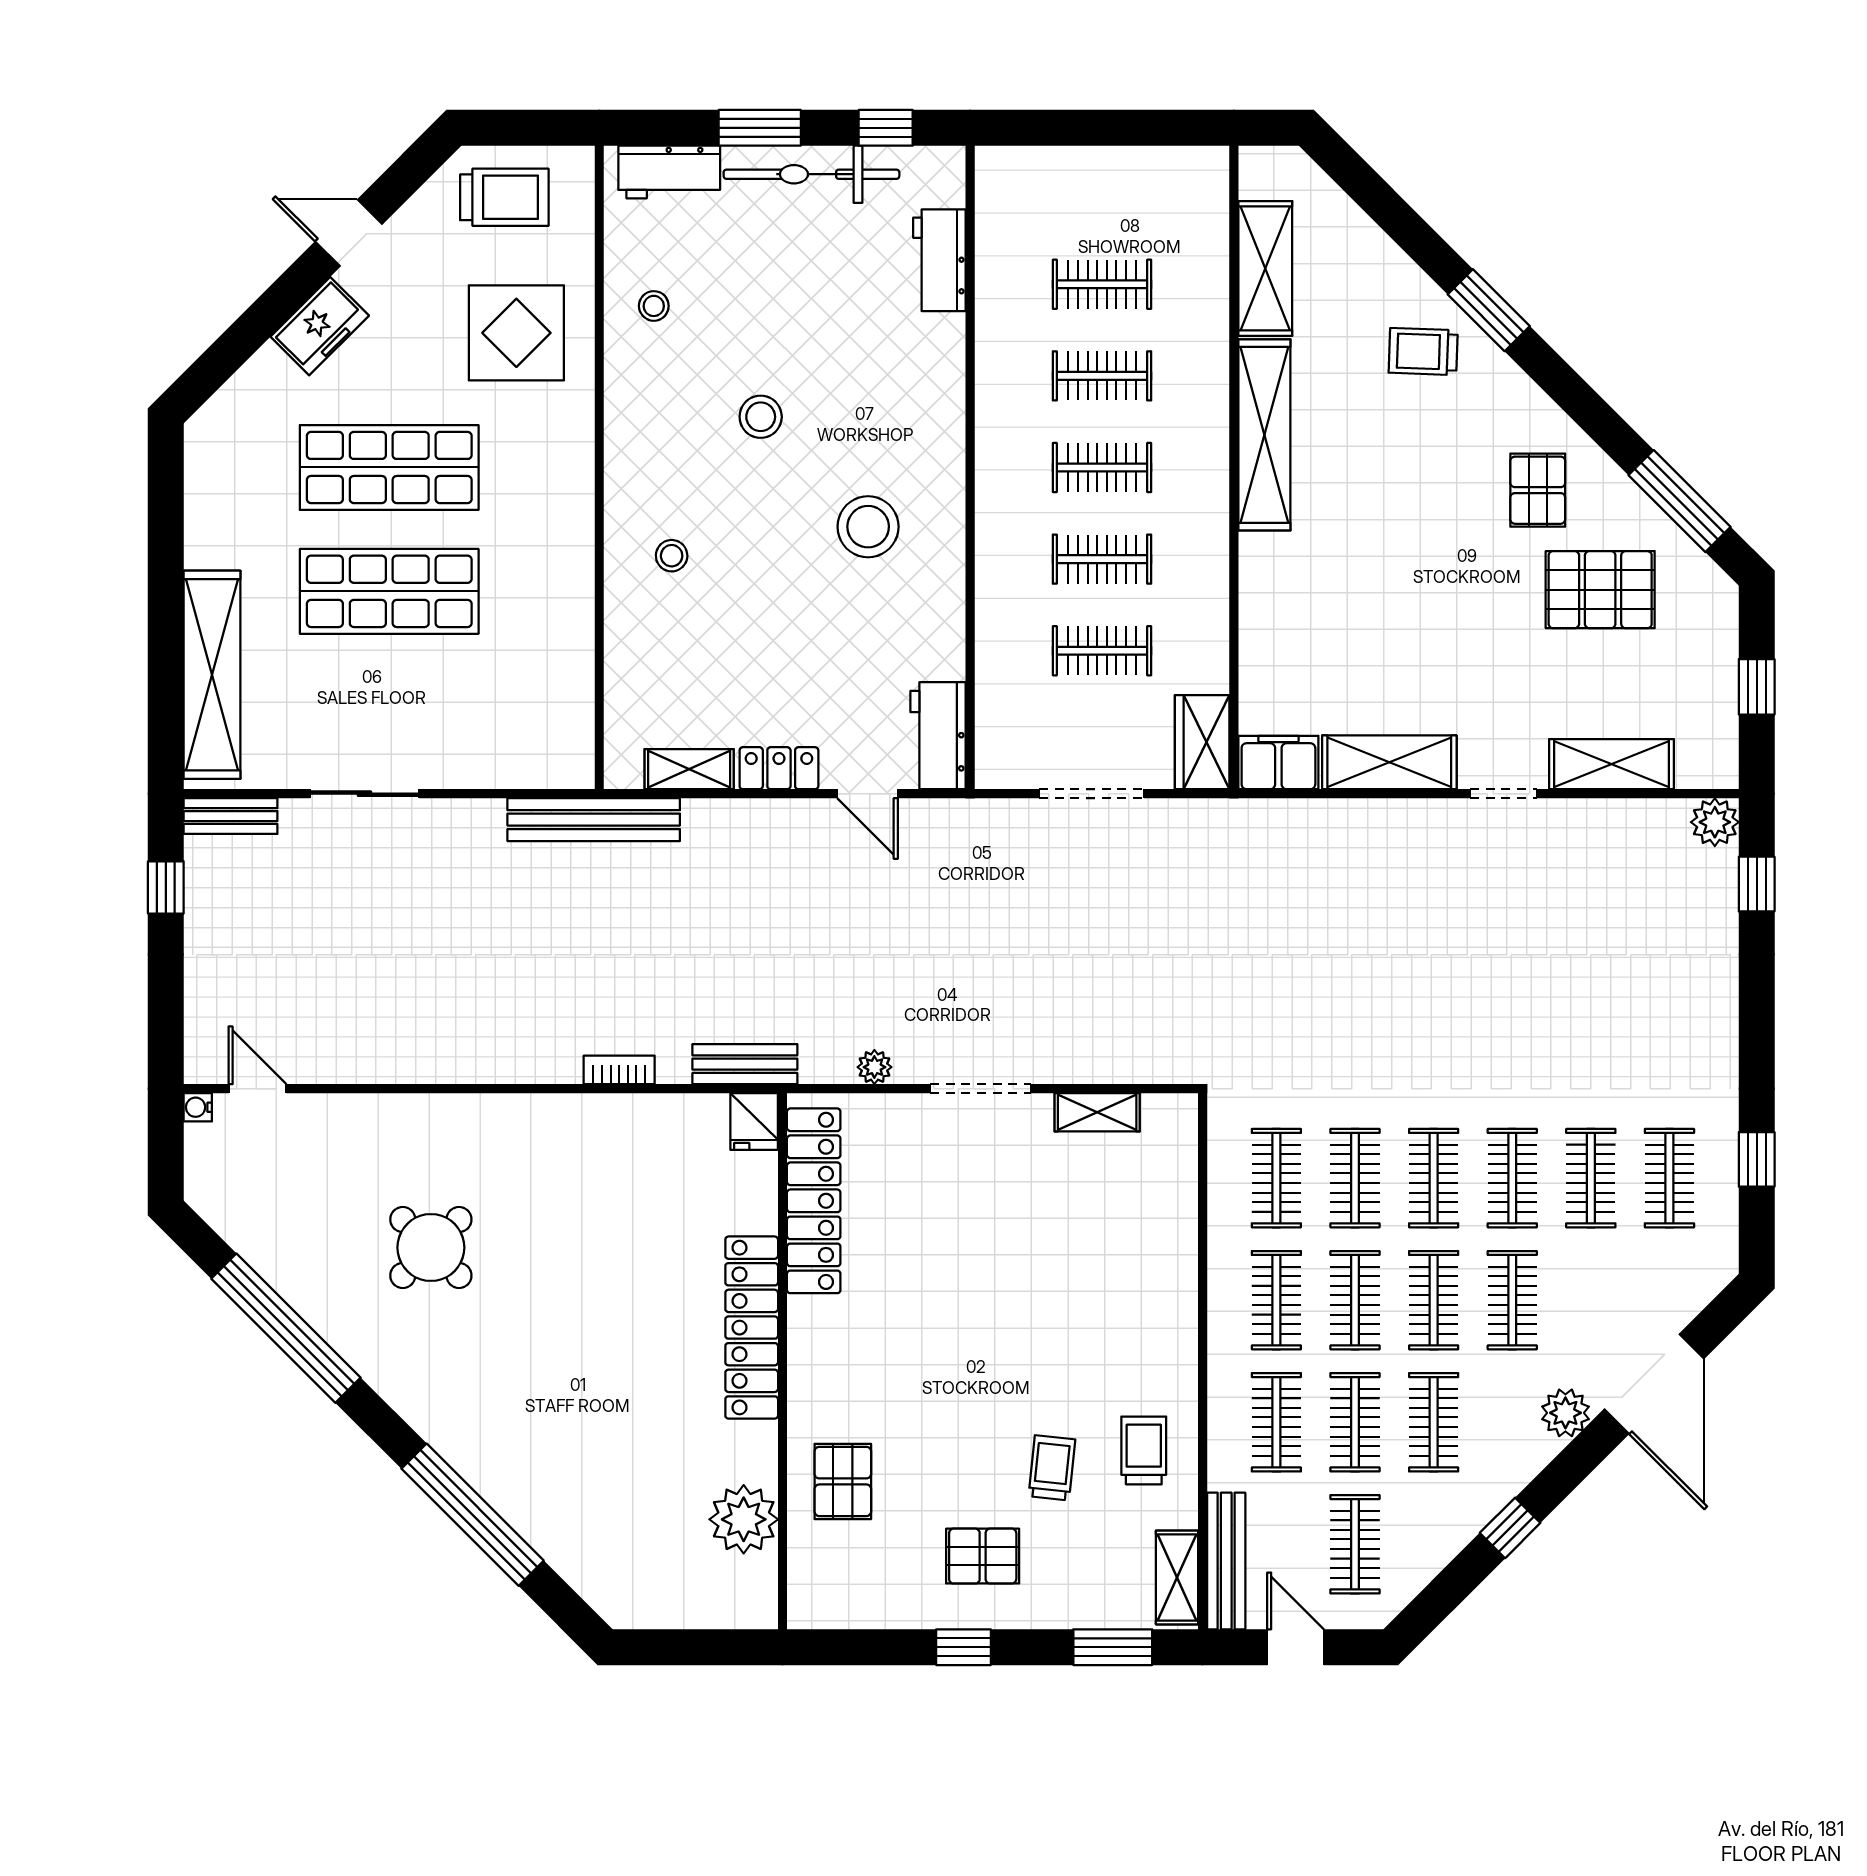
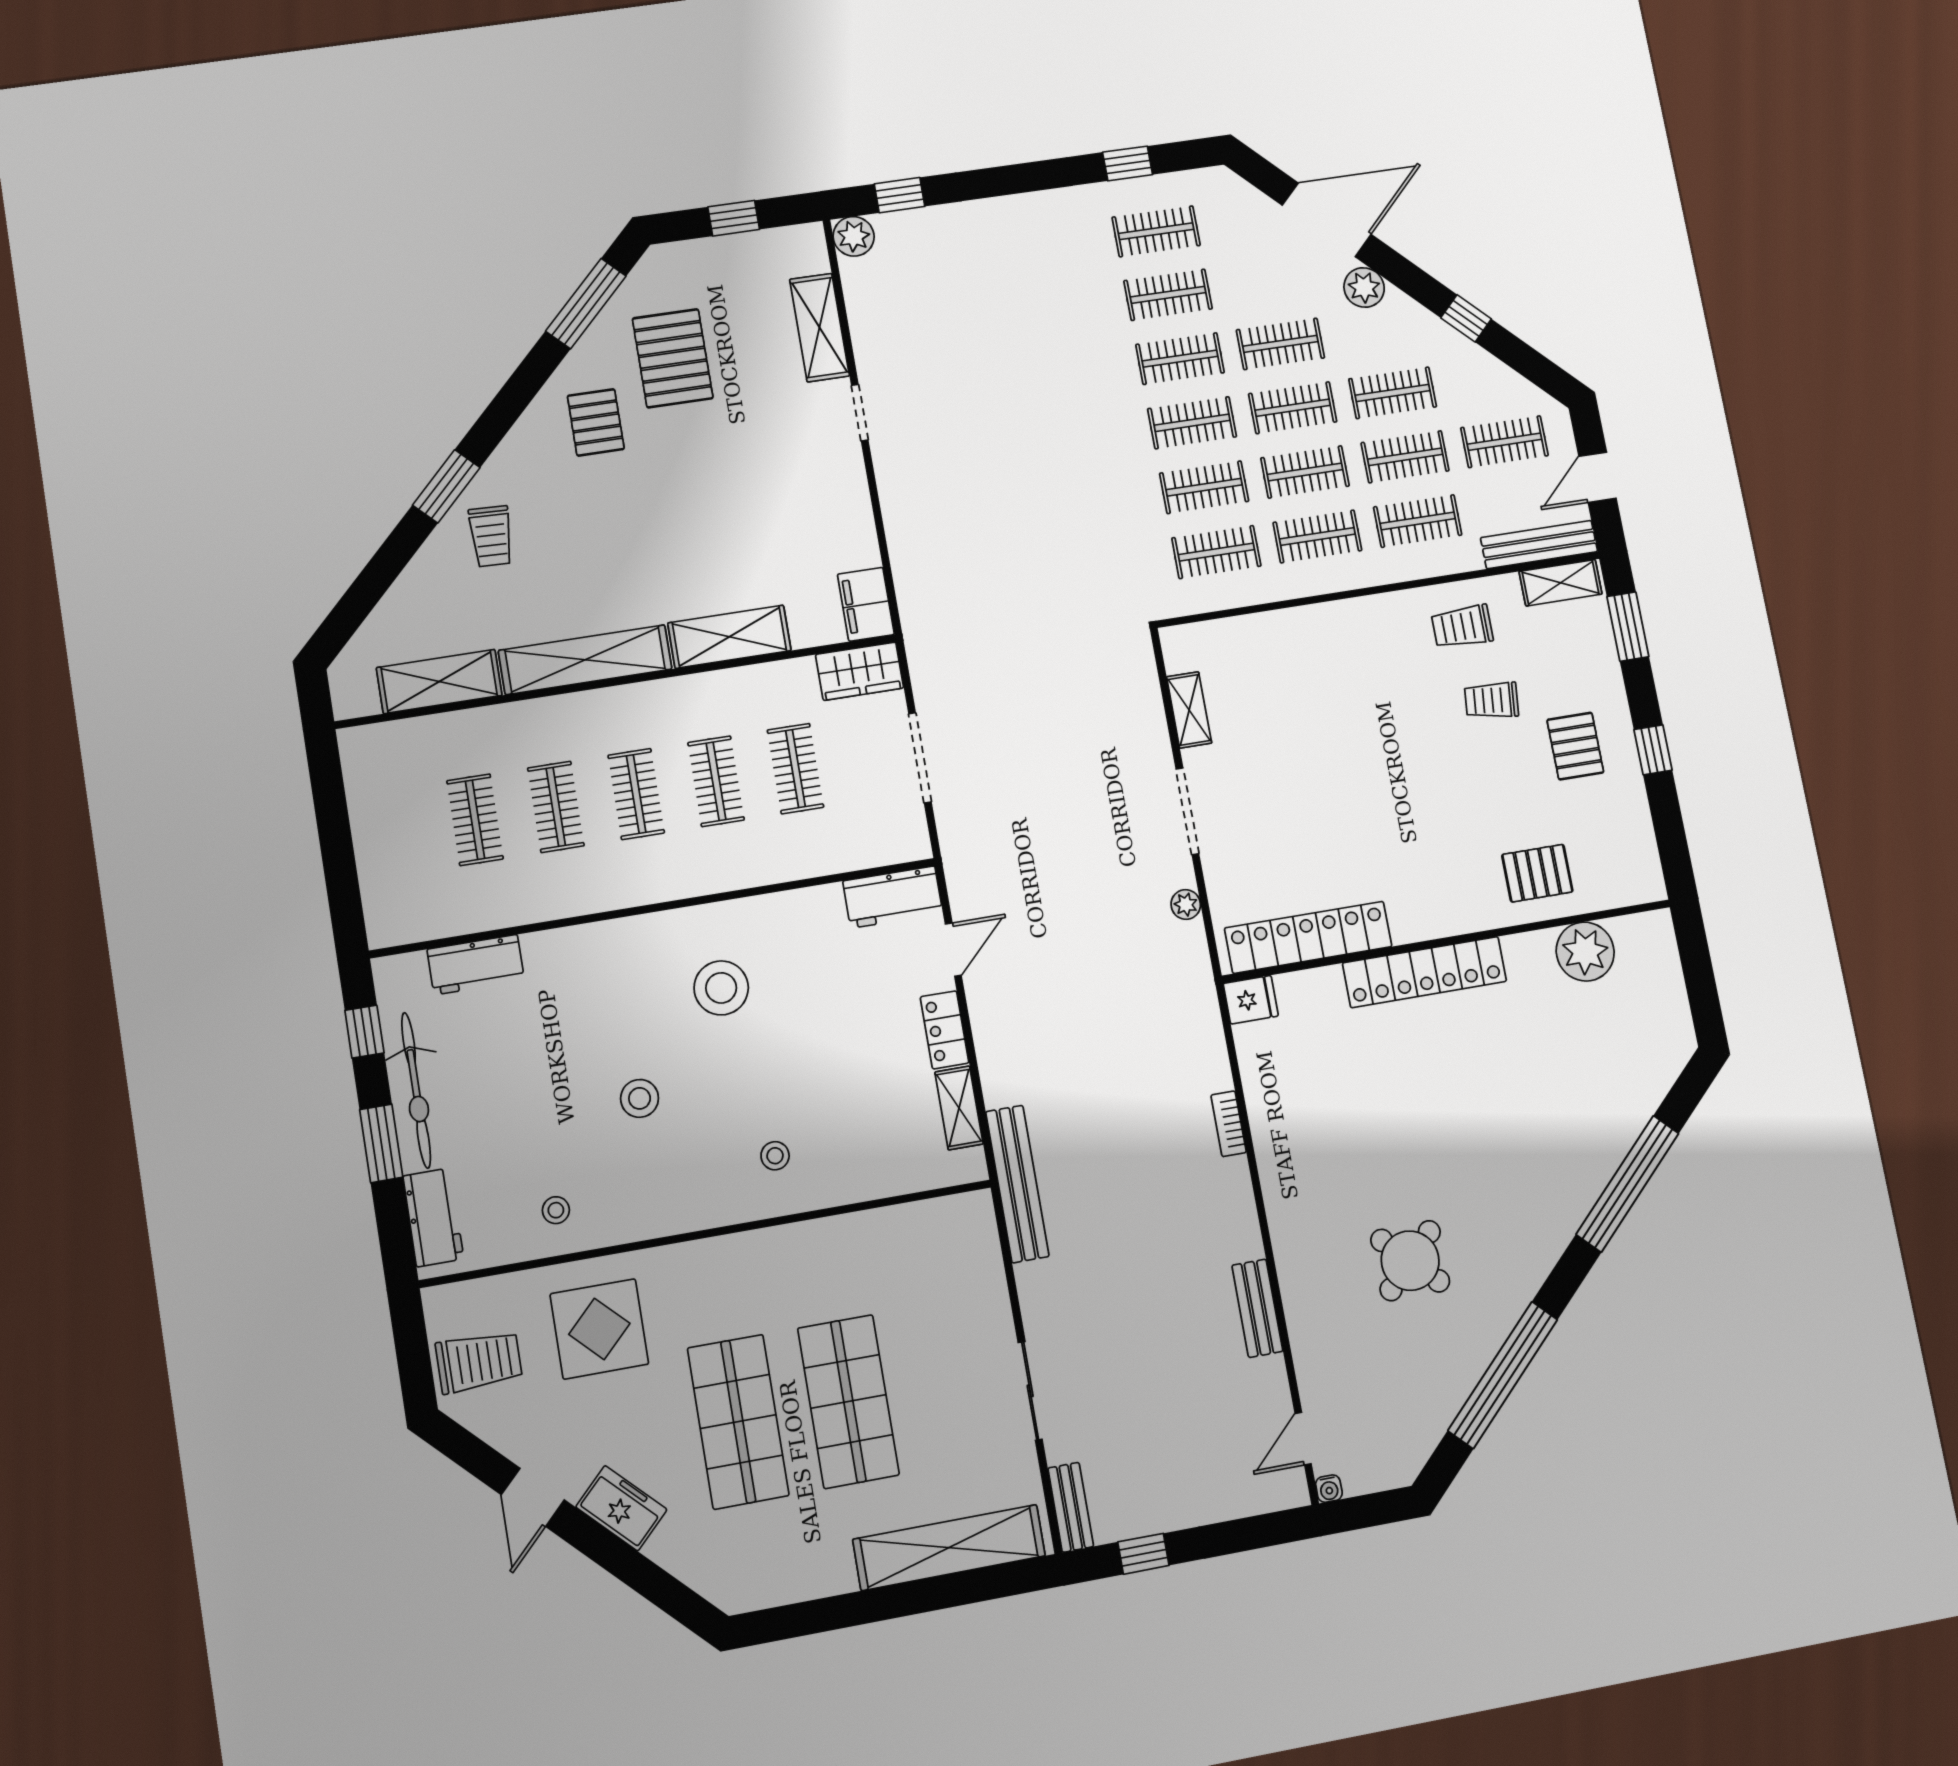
trolley: (504, 197) -> (479, 1362), turned 90
pallet: (1538, 490) -> (596, 422), turned 90
shelving: (1389, 762) -> (729, 637), moved, turned 90
bench: (745, 1064) -> (1257, 1308), moved

